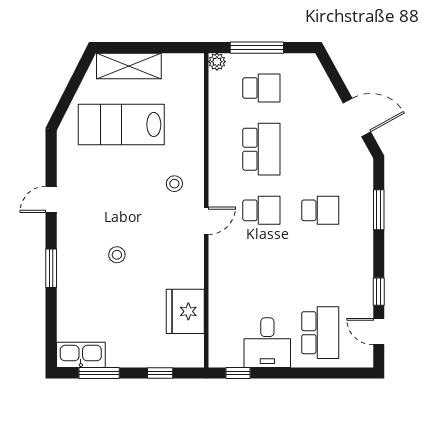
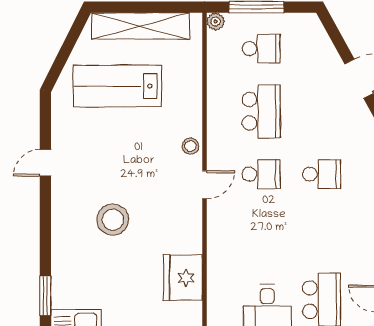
shelving: (129, 66) -> (141, 26), width x1.47
stool: (174, 184) -> (191, 146), moved
stool: (117, 255) -> (113, 220), width x1.89, depth x1.89
window: (51, 268) -> (45, 296), moved

